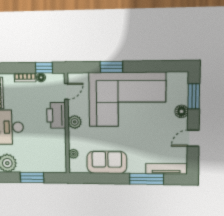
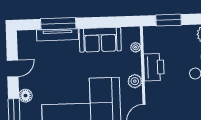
printer: (56, 115) -> (154, 67), moved
tv unit: (166, 169) -> (58, 35), moved
window: (32, 177) -> (169, 20), moved

